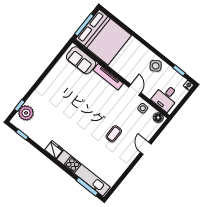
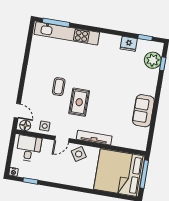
sofa: (81, 60) -> (143, 111), moved, turned -90
side table: (156, 66) -> (79, 154), moved
door: (135, 90) -> (62, 139), hinge flipped
rug: (104, 112) -> (79, 102), added
door: (146, 148) -> (17, 111), moved
fridge: (54, 150) -> (129, 44), moved

